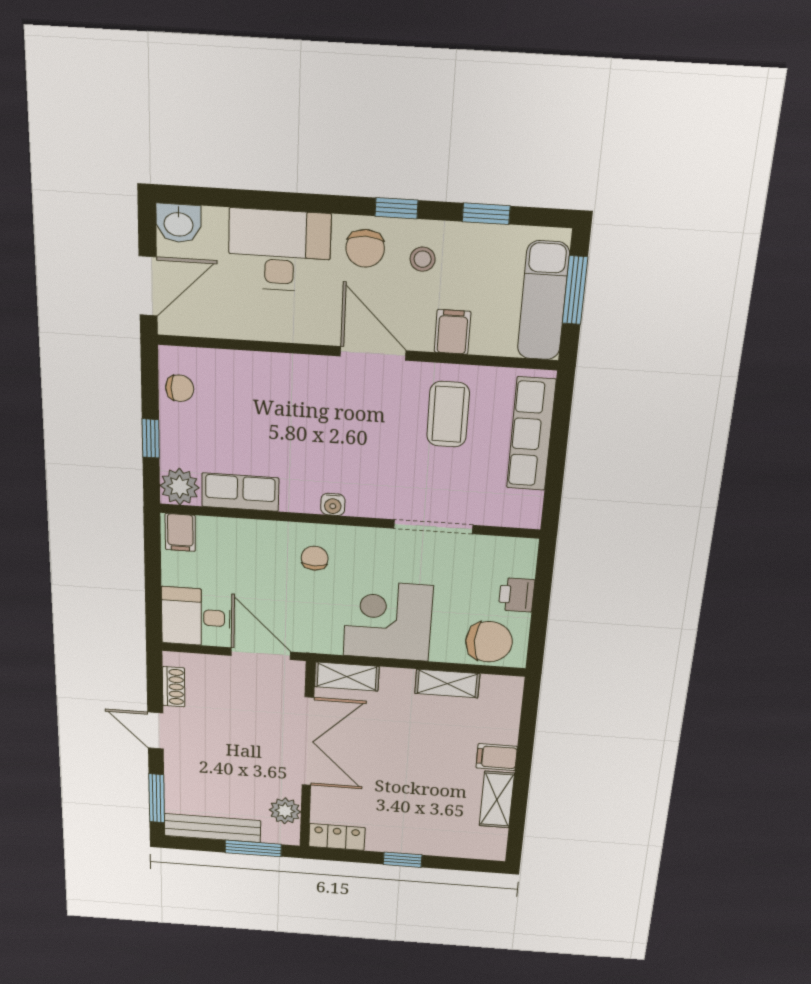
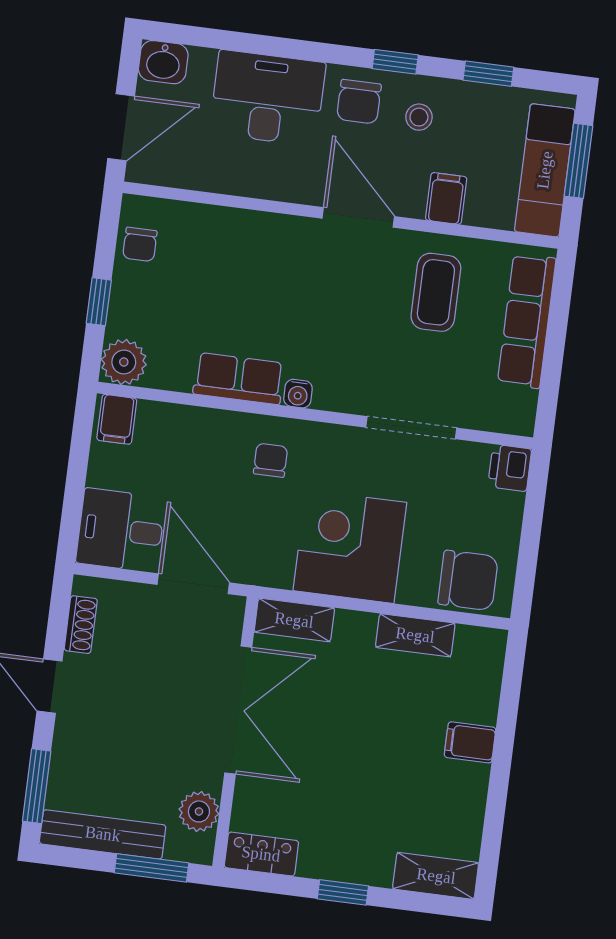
chair: (180, 388) -> (140, 244), turned 90
row of seats: (240, 492) -> (239, 378), moved
printer: (517, 595) -> (510, 468), moved
shelving: (497, 800) -> (436, 876), moved, turned 90

